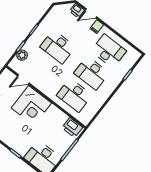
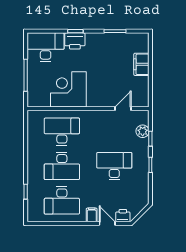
door: (91, 13) -> (107, 223), hinge flipped
desk: (91, 73) -> (62, 166), turned 180
corner desk: (31, 106) -> (68, 89), moved
printer: (72, 128) -> (75, 41), moved, turned 180

